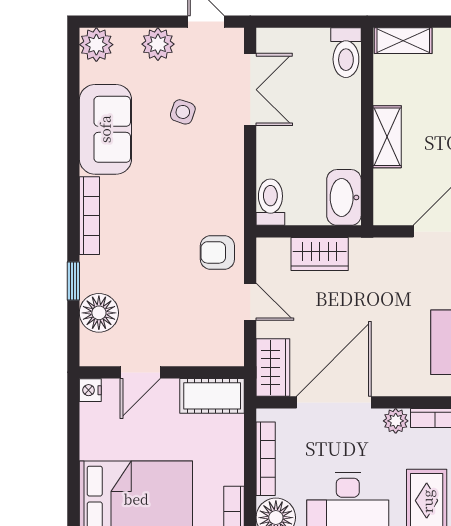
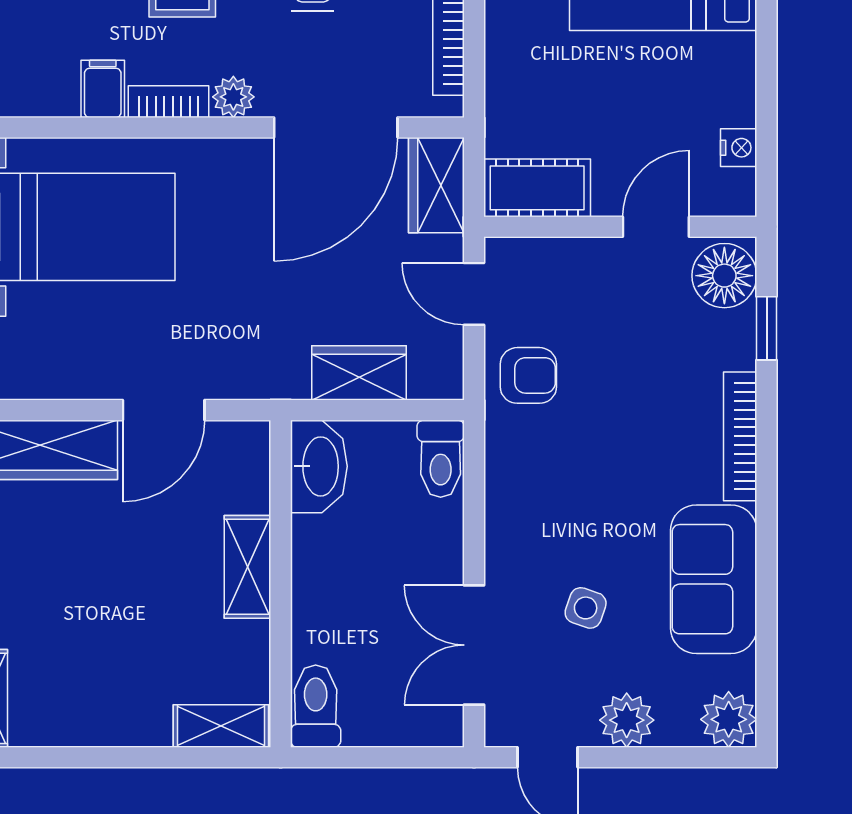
door: (140, 372) -> (656, 227), moved
wall: (162, 372) -> (620, 227), moved
cot: (212, 396) -> (537, 188), moved

